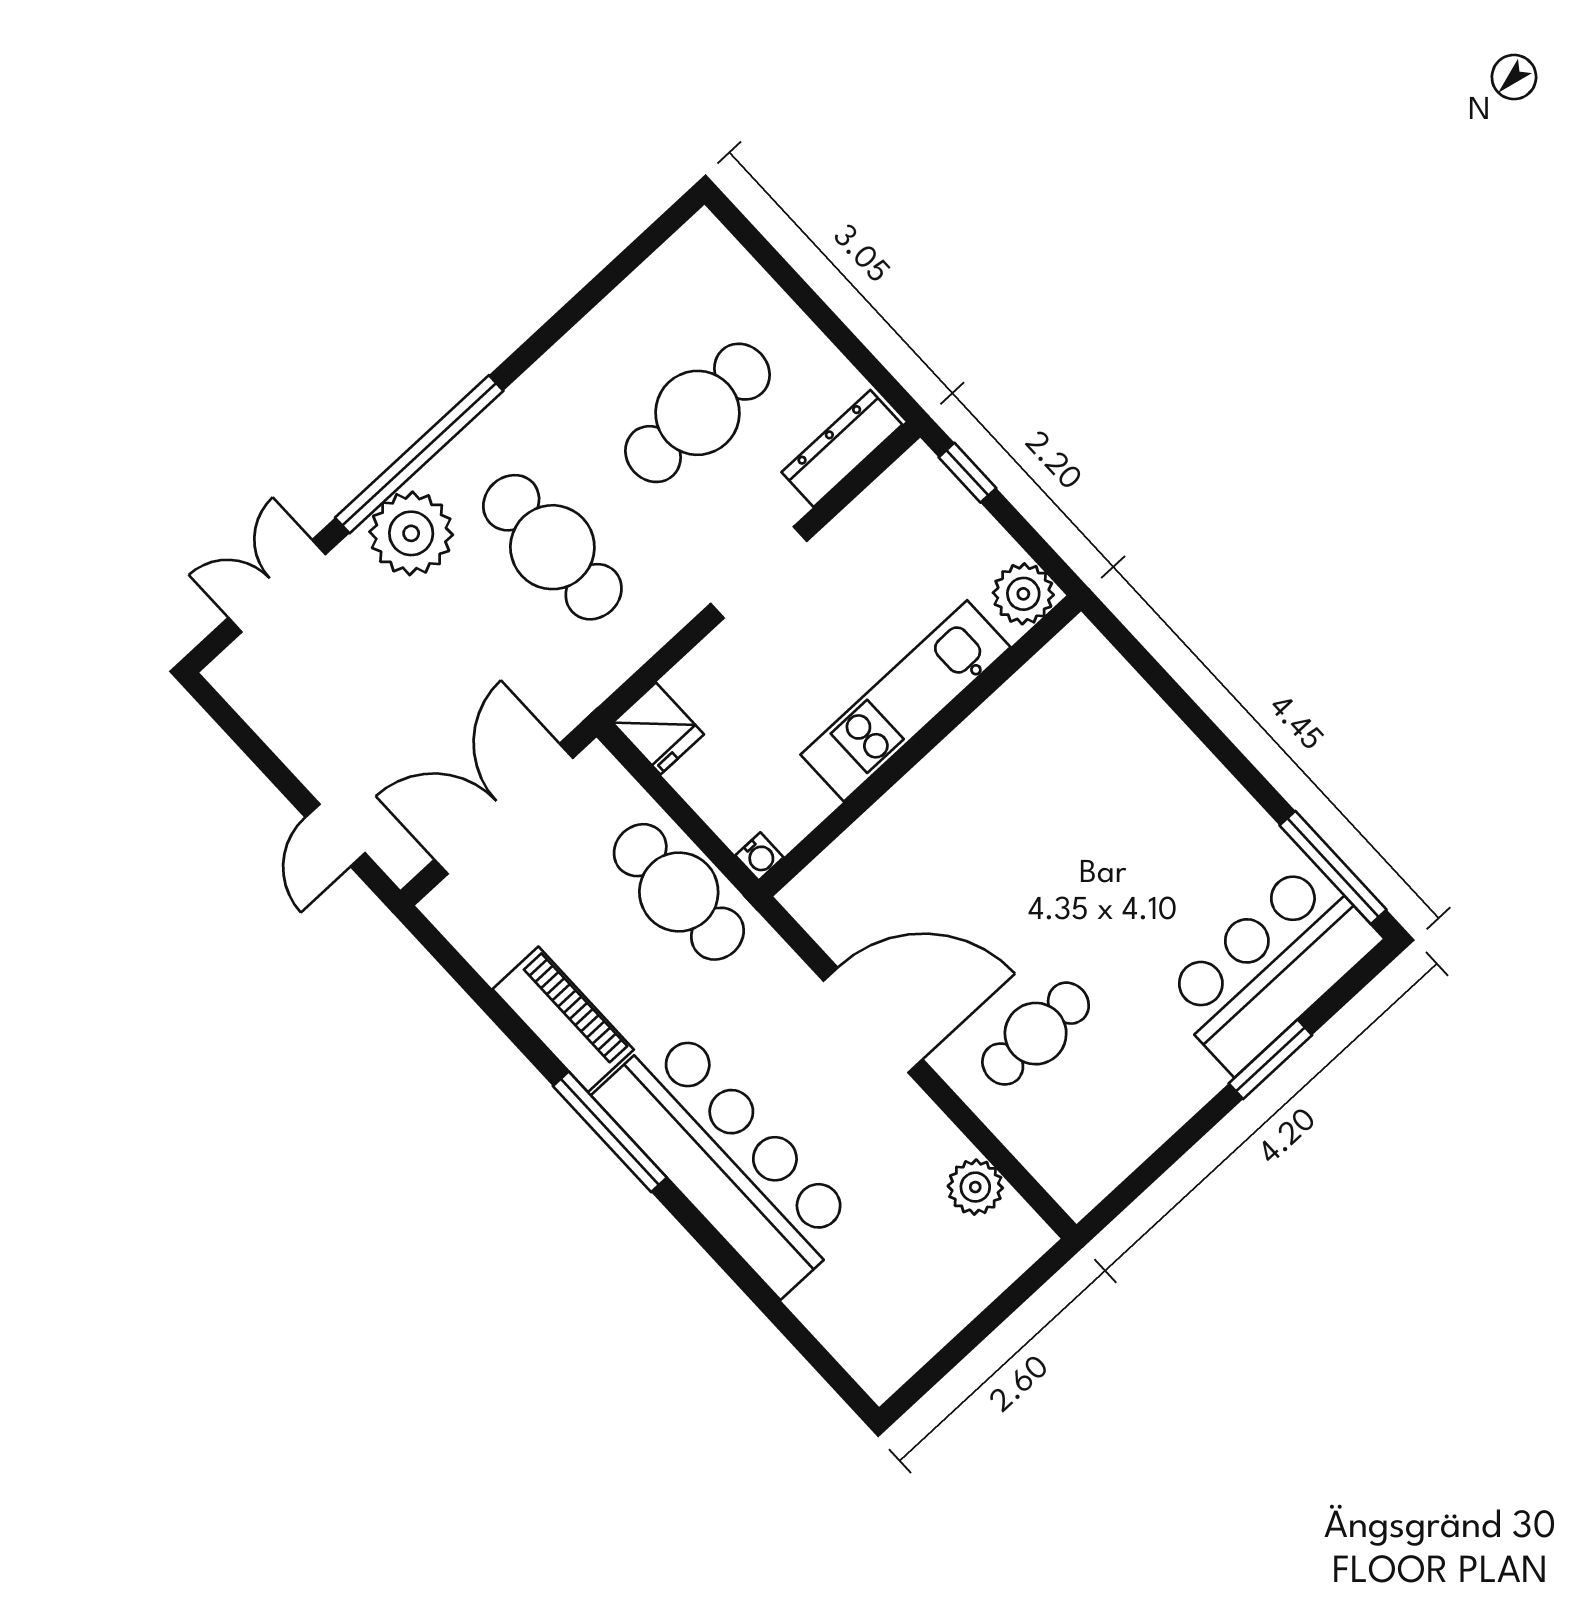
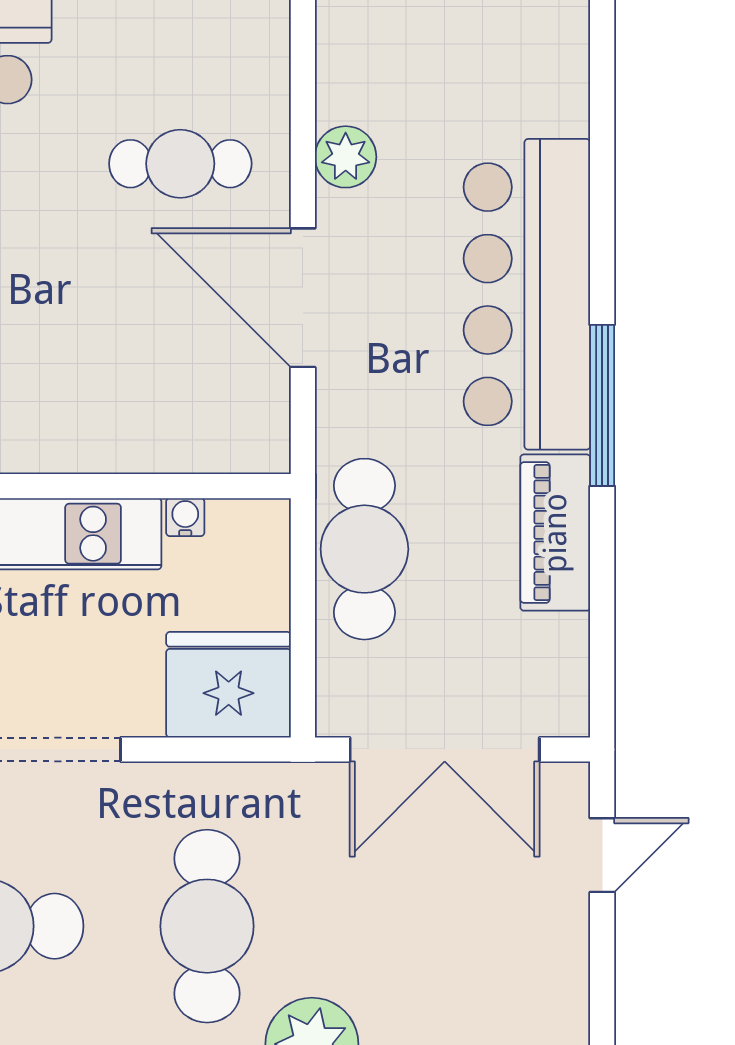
fridge: (658, 729) -> (229, 685), width x1.88, depth x1.34
water cooler: (759, 856) -> (185, 517), moved
plant: (975, 1187) -> (346, 157), moved

